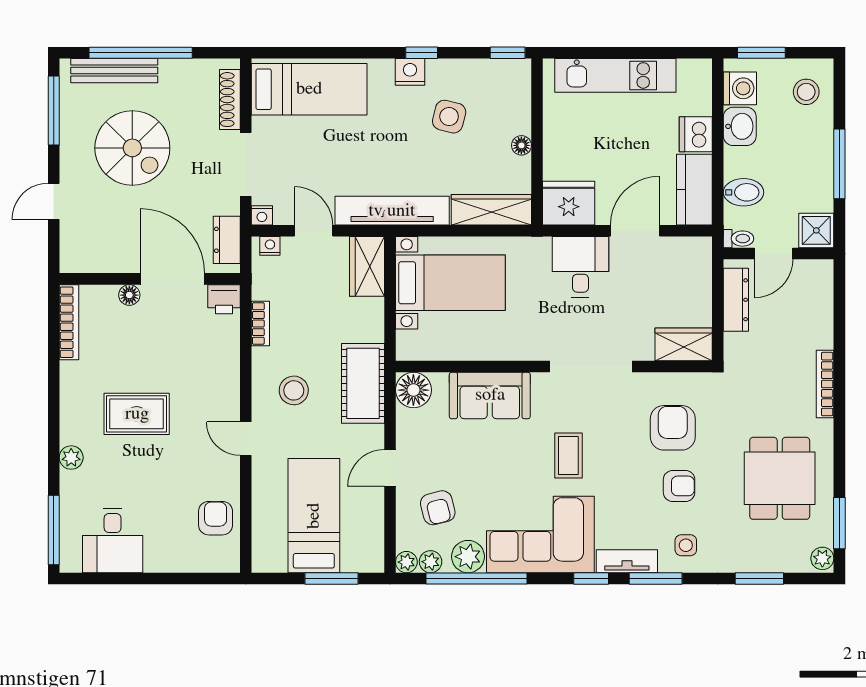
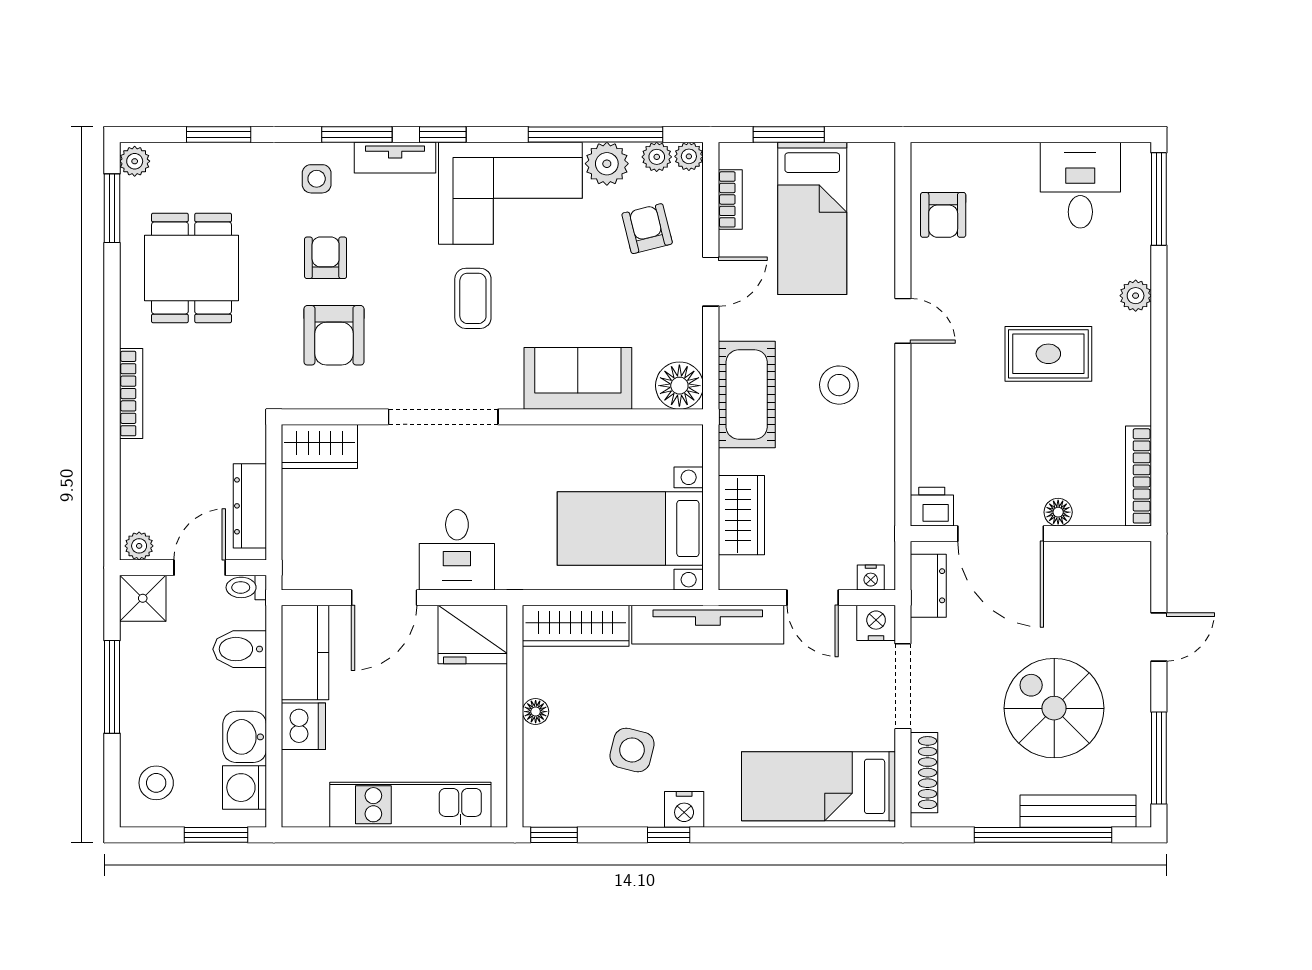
nightstand: (262, 215) -> (876, 623), width x1.39, depth x1.35
wardrobe: (367, 266) -> (741, 515), moved
plant: (819, 270) -> (139, 546), added
bookcase: (260, 324) -> (730, 199), moved, turned 180
armchair: (679, 486) -> (326, 258), turned 90

